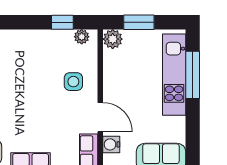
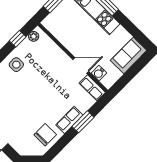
plant: (113, 39) -> (49, 23), removed
side table: (73, 82) -> (16, 65), moved

